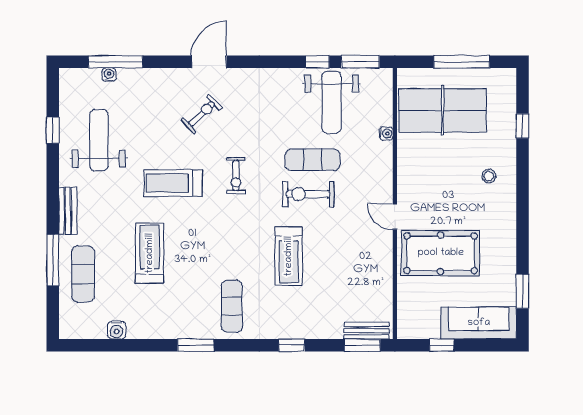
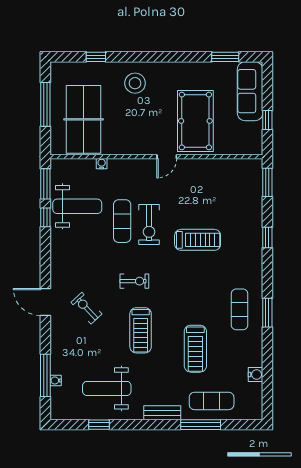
stool: (489, 176) -> (135, 83), width x1.89, depth x1.89
treadmill: (150, 253) -> (195, 349), turned -90
exercise mat: (232, 306) -> (240, 309), moved, turned 90
bench: (367, 331) -> (256, 179), removed

